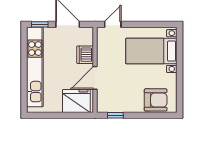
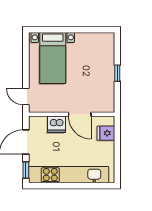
armchair: (156, 100) -> (102, 54), removed
fridge: (76, 101) -> (106, 133), width x0.53, depth x0.75
window: (115, 115) -> (117, 73), moved

